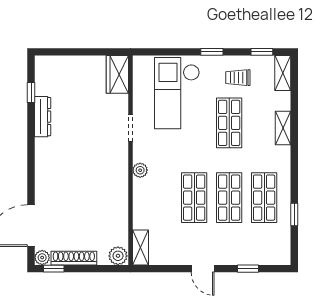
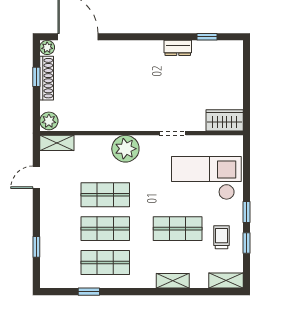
window: (262, 52) -> (246, 243), moved
dresser: (43, 117) -> (178, 48), width x0.70
plant: (140, 170) -> (125, 149), width x1.88, depth x1.88
window: (54, 269) -> (36, 77), moved
door: (203, 269) -> (36, 177), moved

